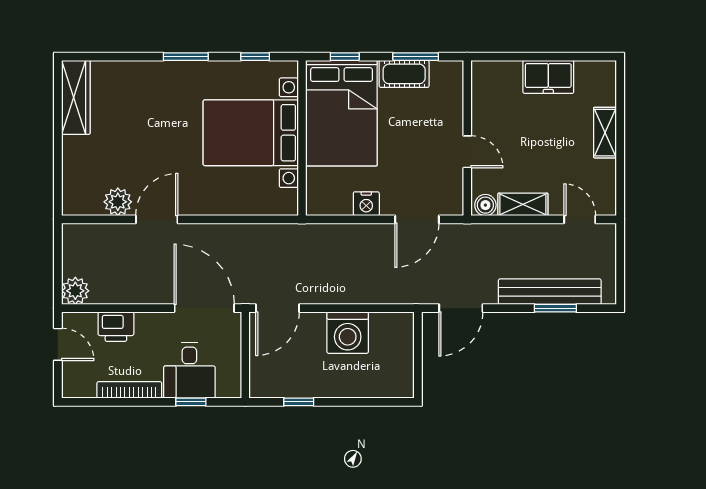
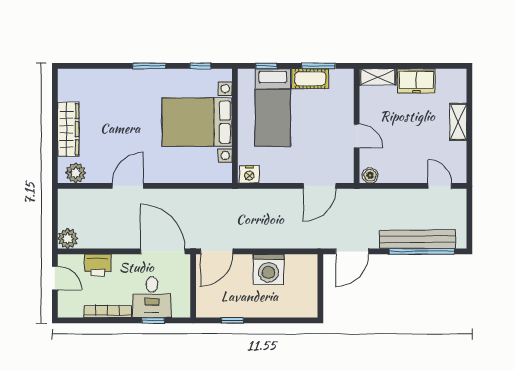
wardrobe: (76, 97) -> (68, 129), moved
bed: (342, 113) -> (273, 108), width x0.67
plant: (118, 202) -> (76, 173), moved
nightstand: (366, 204) -> (249, 174), moved
shelving: (523, 204) -> (378, 77), moved
window: (555, 308) -> (422, 251), width x2.11

